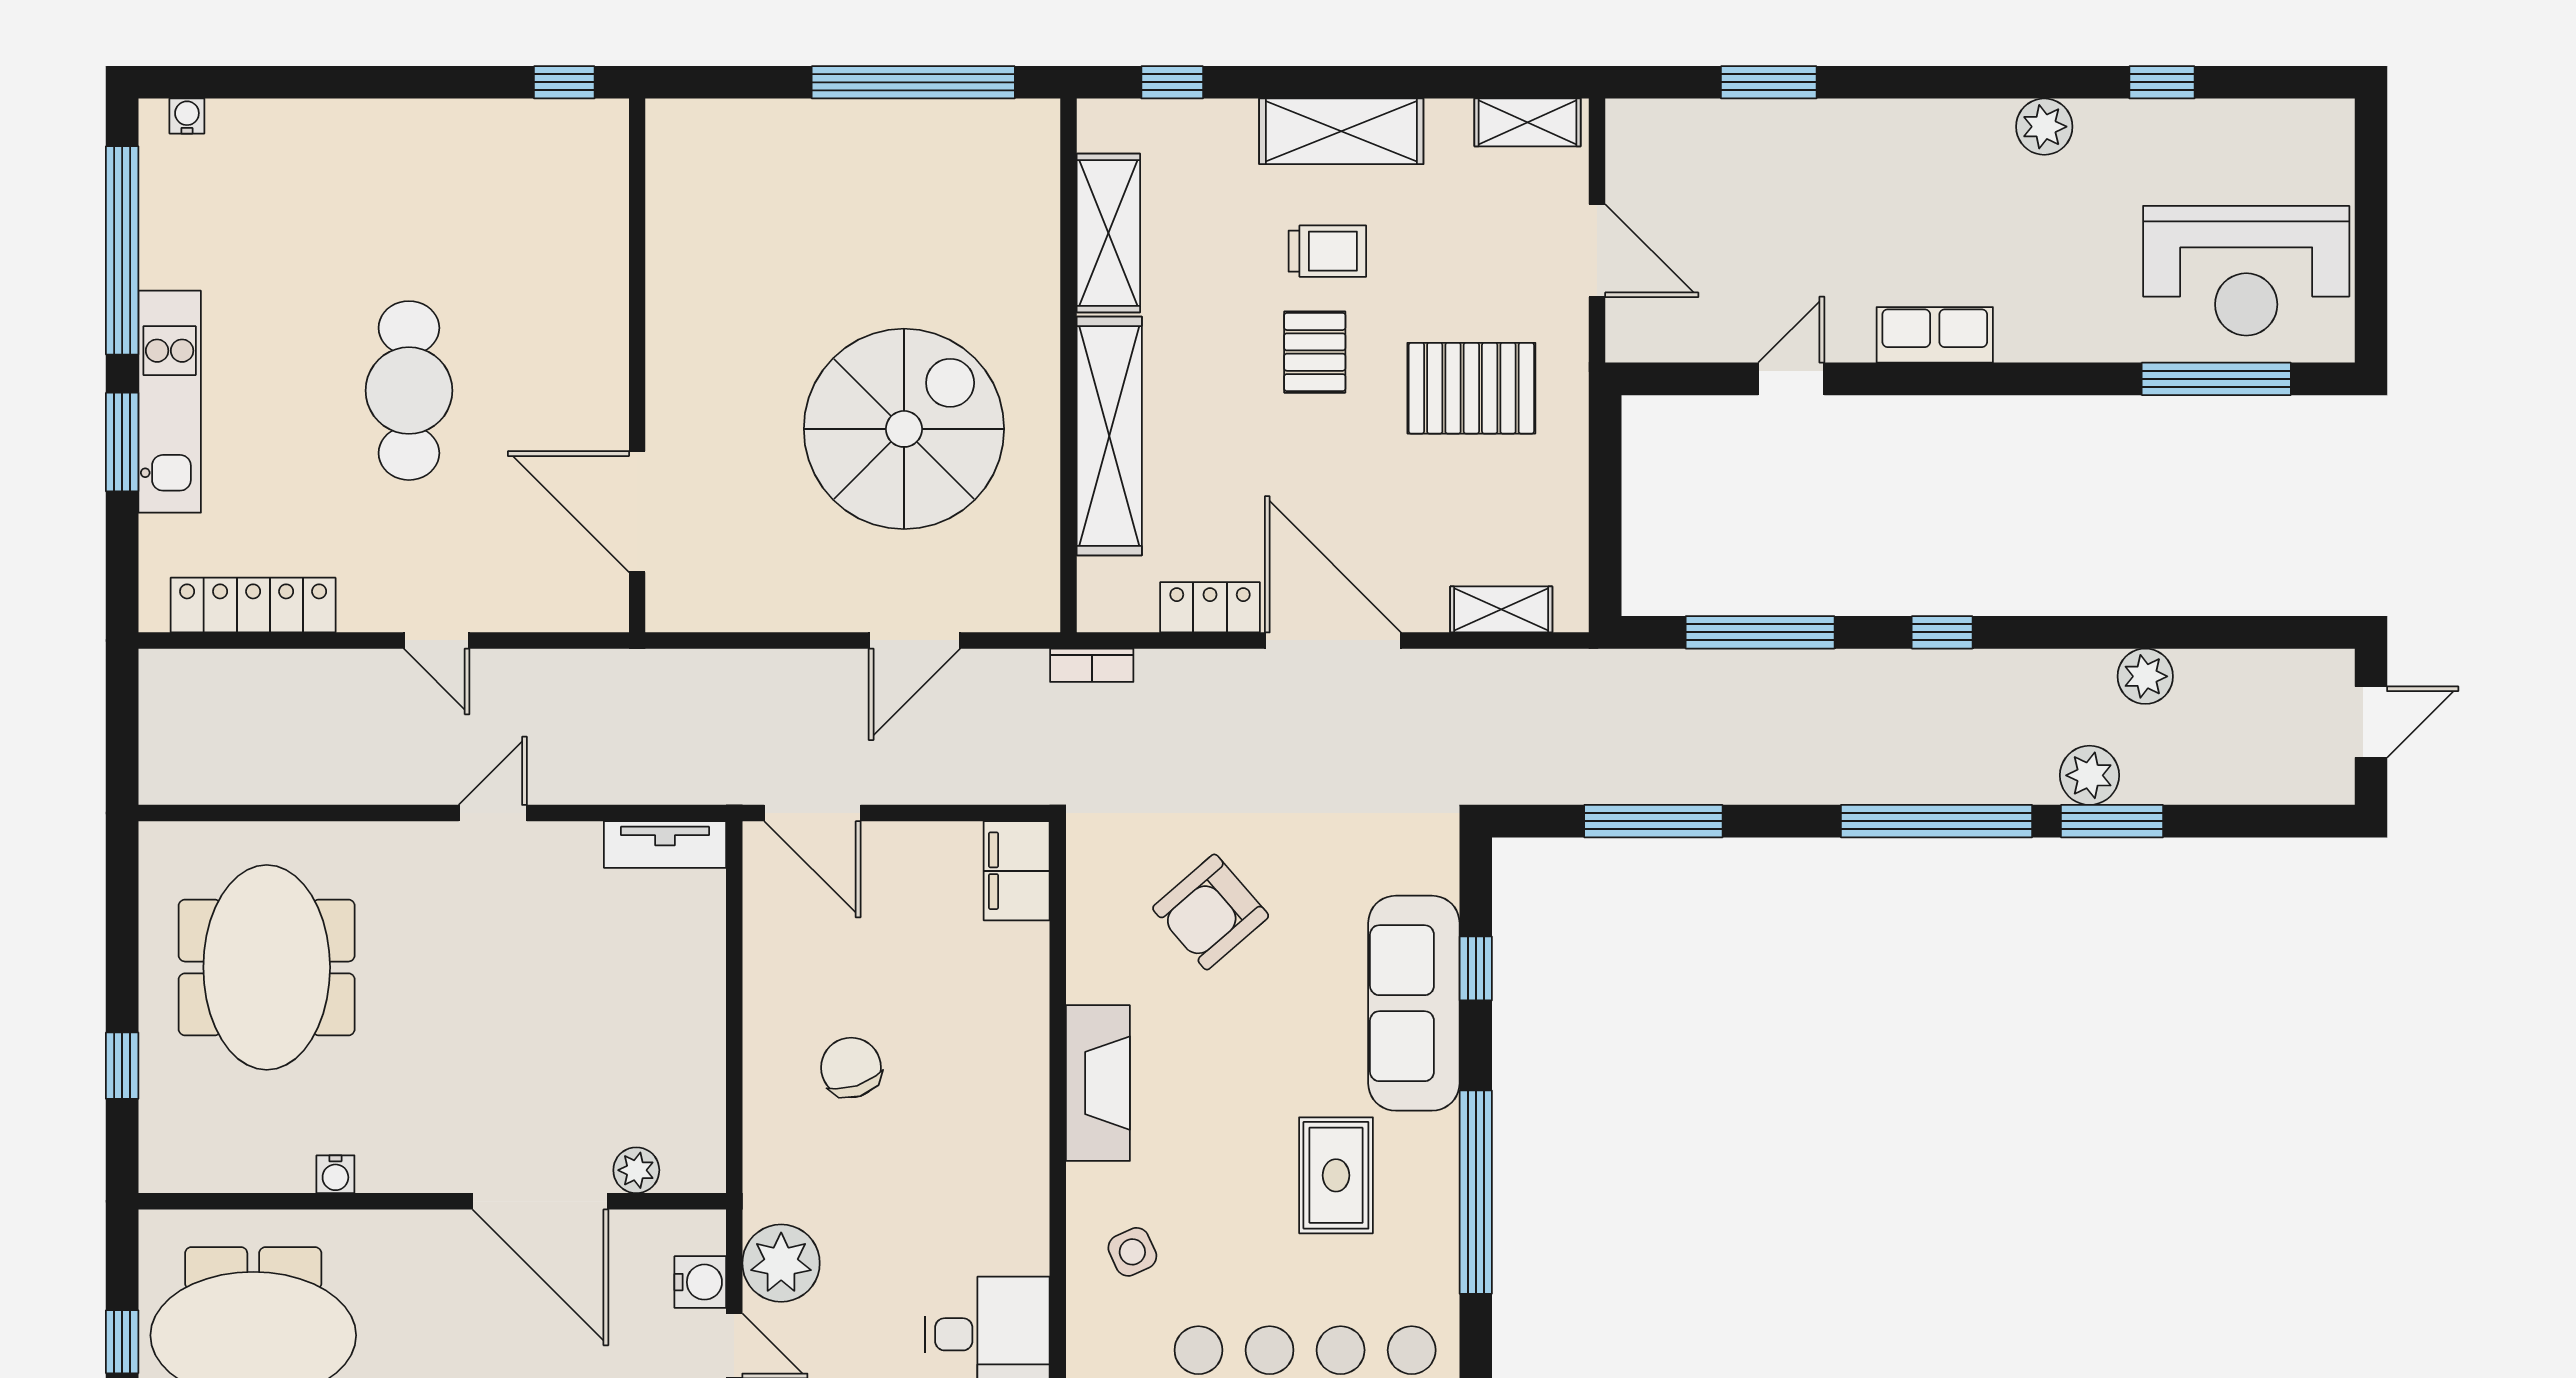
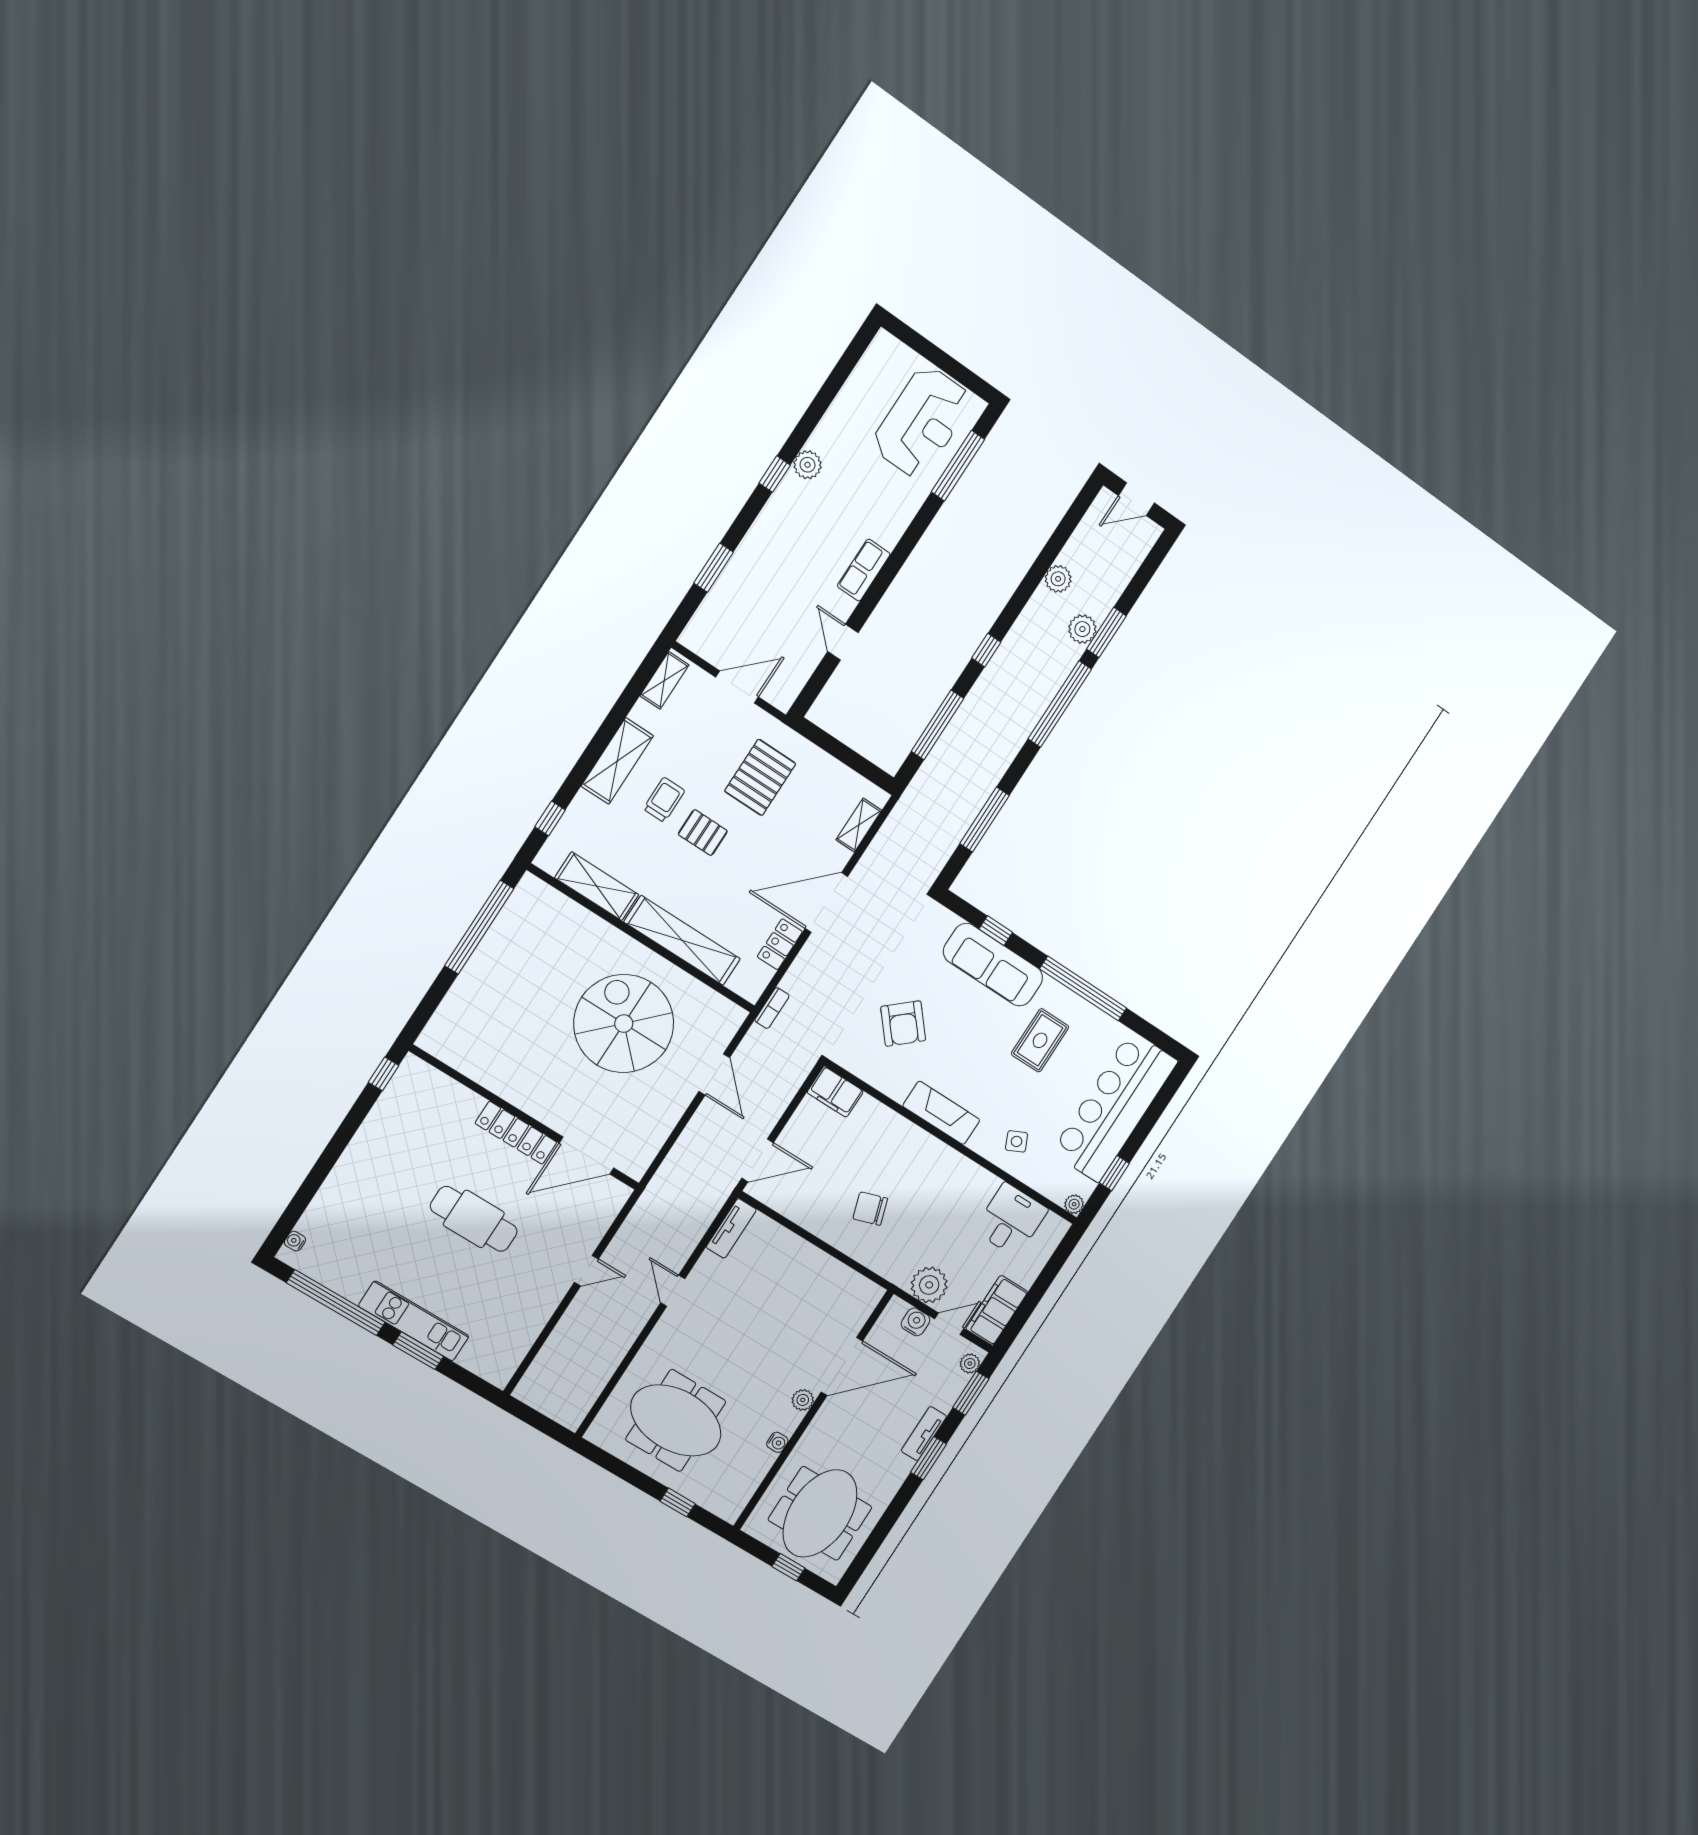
window: (2162, 82) -> (775, 474), moved
locker: (253, 605) -> (516, 1133), moved, turned -90
door: (2371, 722) -> (1136, 499), swing flipped
plant: (636, 1170) -> (803, 1400), moved
rug: (1336, 1175) -> (1040, 1040), turned 90

